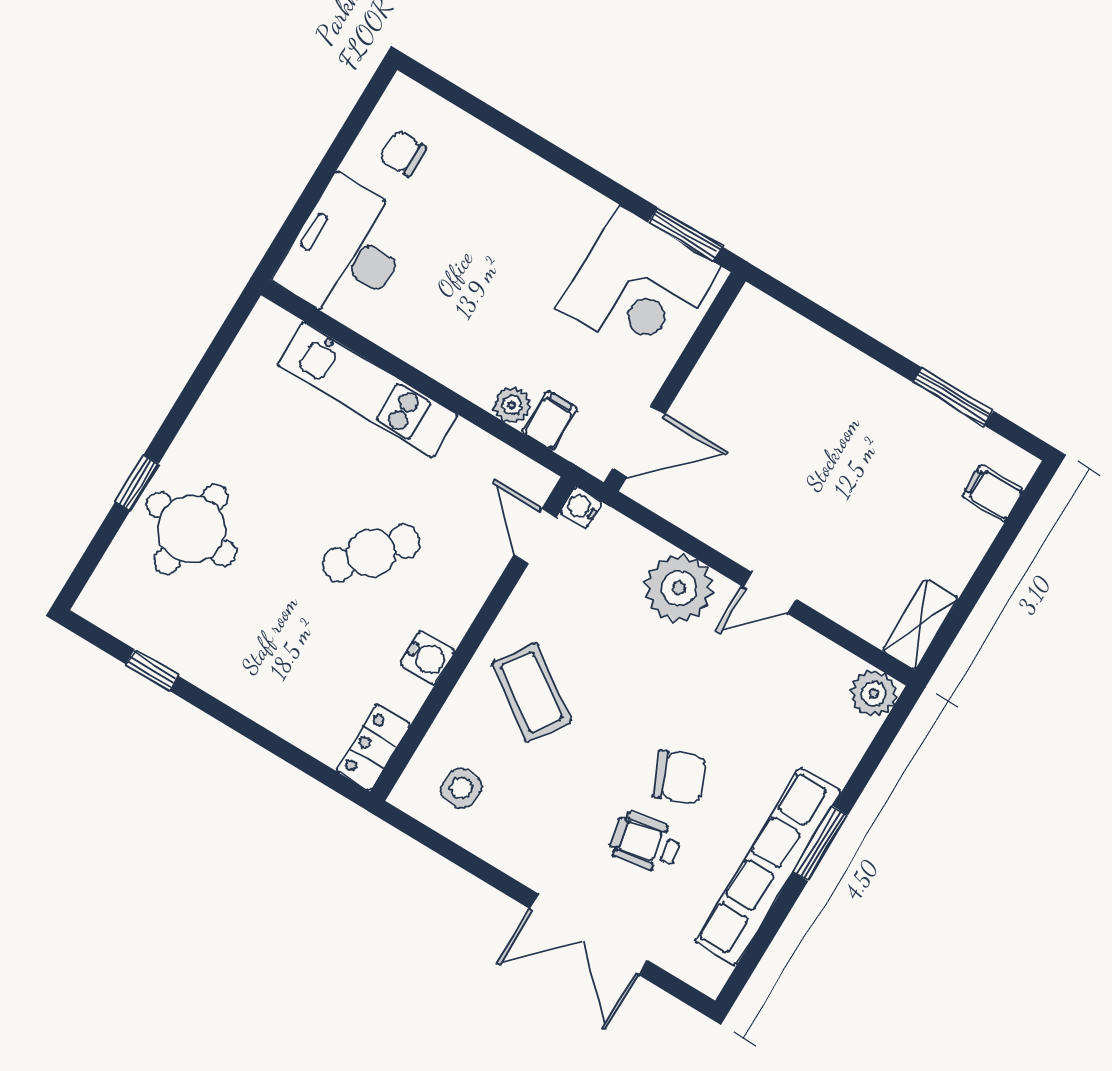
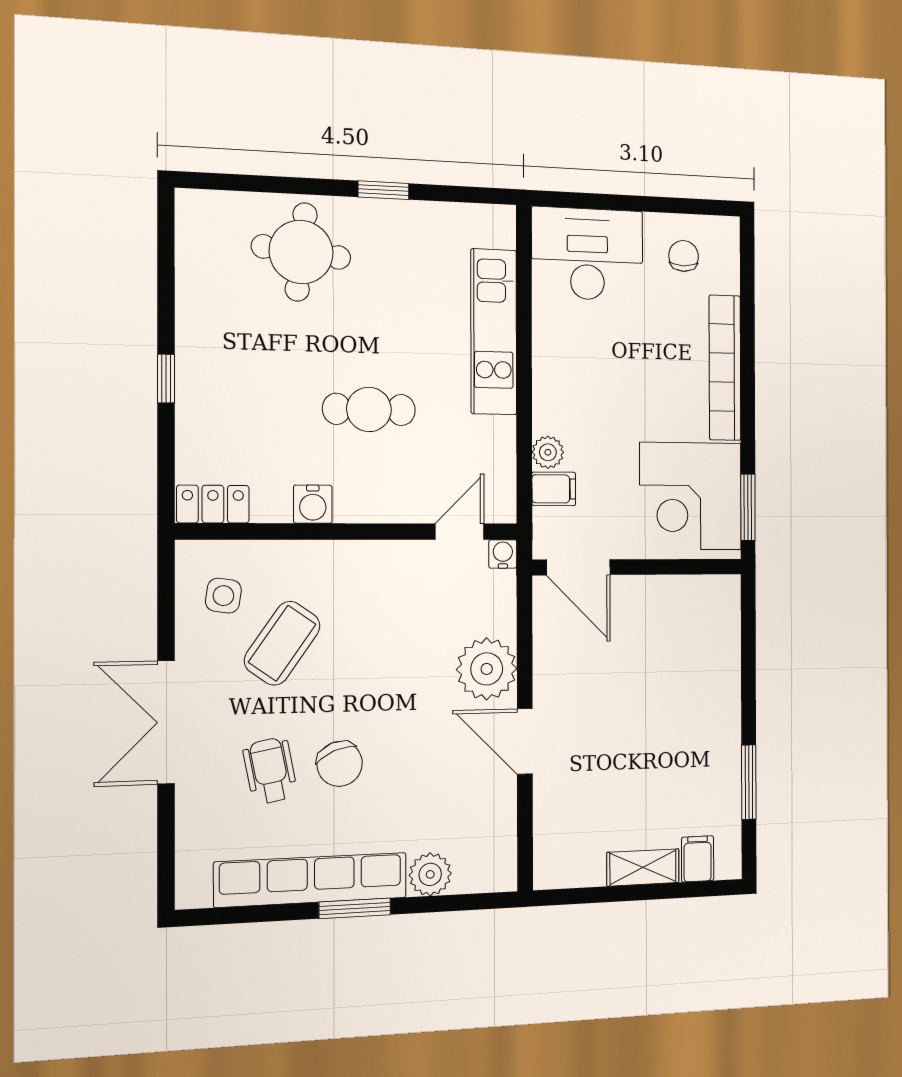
bookcase: (535, 176) -> (725, 368), added
window: (137, 483) -> (383, 190), moved
cafe table: (371, 553) -> (369, 409), turned -39
door: (770, 593) -> (525, 741), width x1.38
shelving: (921, 625) -> (643, 867), moved
window: (152, 670) -> (166, 379), moved
coffee table: (532, 692) -> (282, 643), moved
plant: (874, 694) -> (430, 874), moved
double door: (589, 934) -> (166, 722), moved

